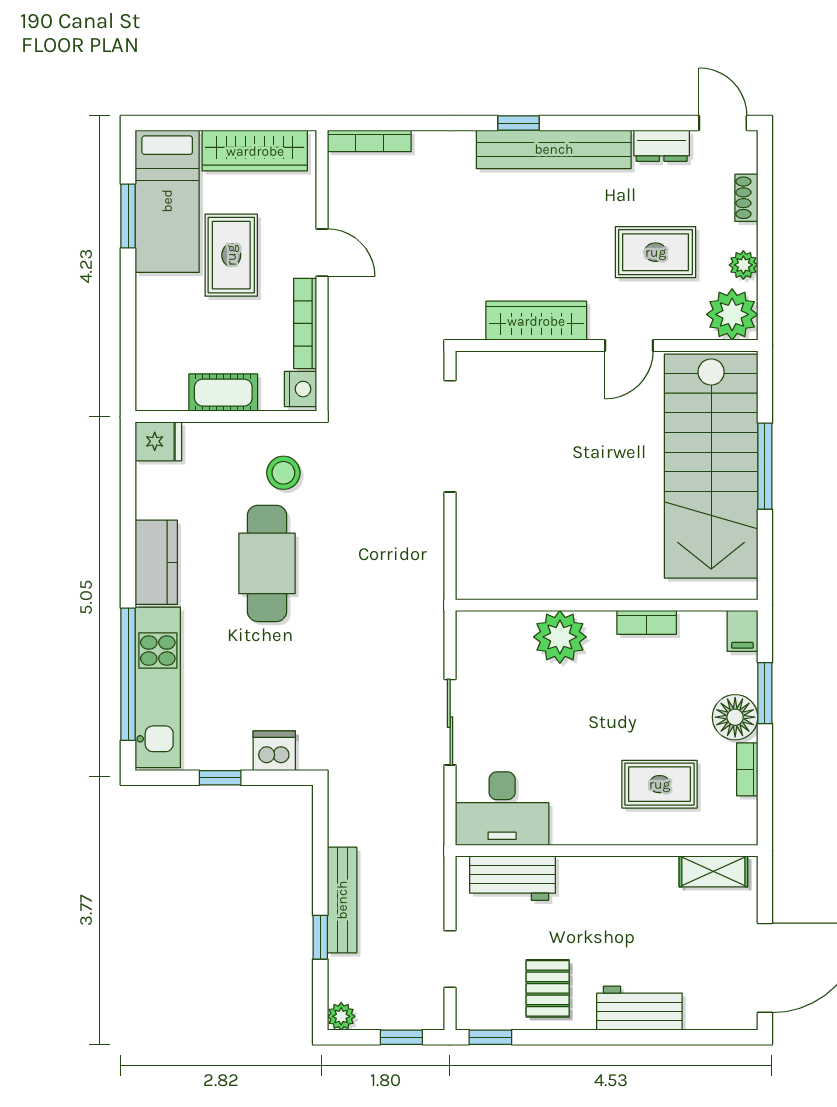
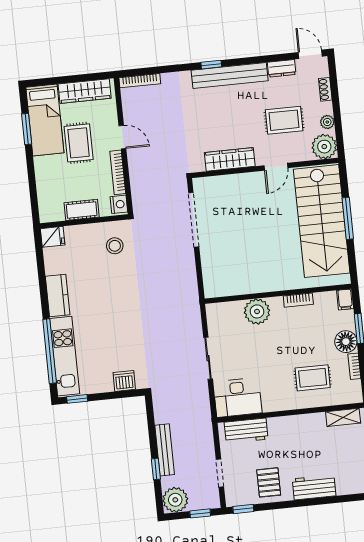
cafe table: (267, 563) -> (111, 291), removed
window: (220, 778) -> (77, 399), moved
plant: (341, 1016) -> (175, 500), width x1.88, depth x1.88

